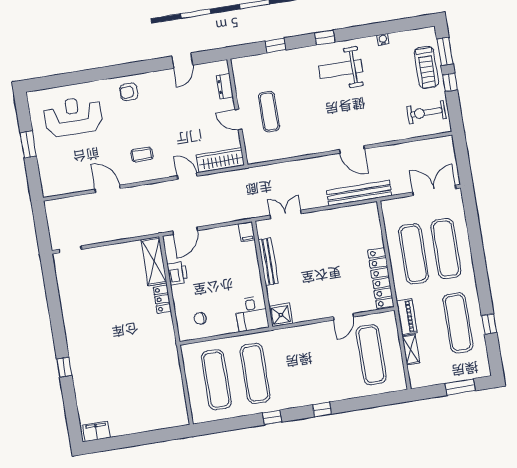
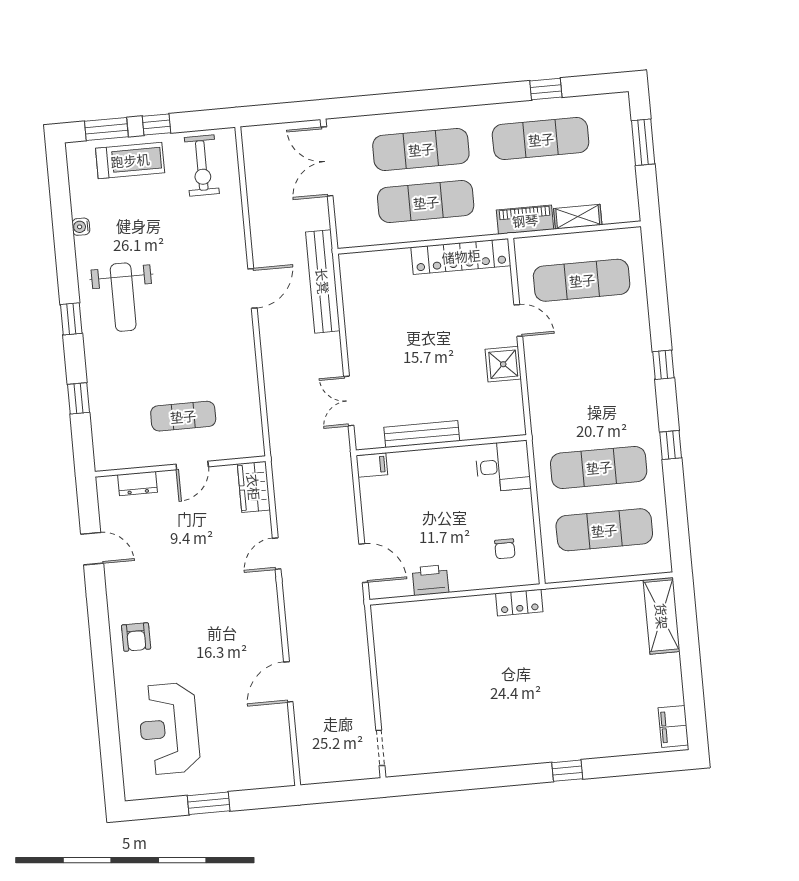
coffee table: (142, 155) -> (237, 623), removed
wardrobe: (220, 160) -> (254, 487), width x0.67
shelving: (154, 261) -> (662, 616), moved, turned 90
locker: (162, 299) -> (519, 603), moved
shower: (281, 315) -> (503, 364), moved

